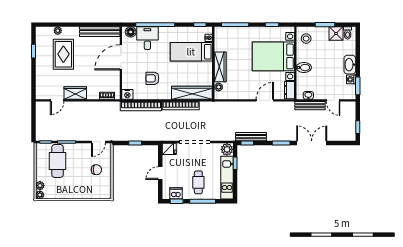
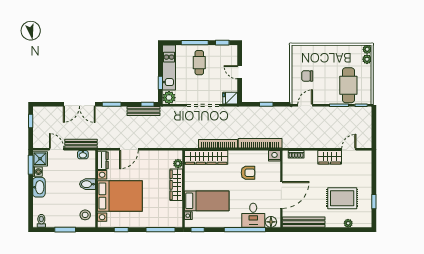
shower: (336, 34) -> (40, 159), moved
rug: (63, 54) -> (342, 198), turned 90
door: (160, 173) -> (240, 72), swing flipped
dishwasher: (176, 193) -> (223, 51), removed

